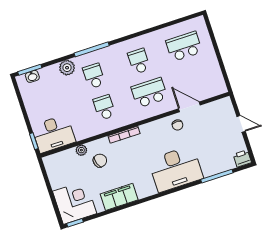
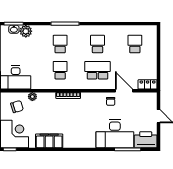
school desk: (184, 46) -> (135, 44), width x0.54
plant: (67, 68) -> (26, 31), moved
locker: (215, 90) -> (148, 84), added
printer: (242, 158) -> (146, 140), width x1.87, depth x1.48
chair: (100, 161) -> (17, 107), moved
desk: (176, 169) -> (115, 134), moved

